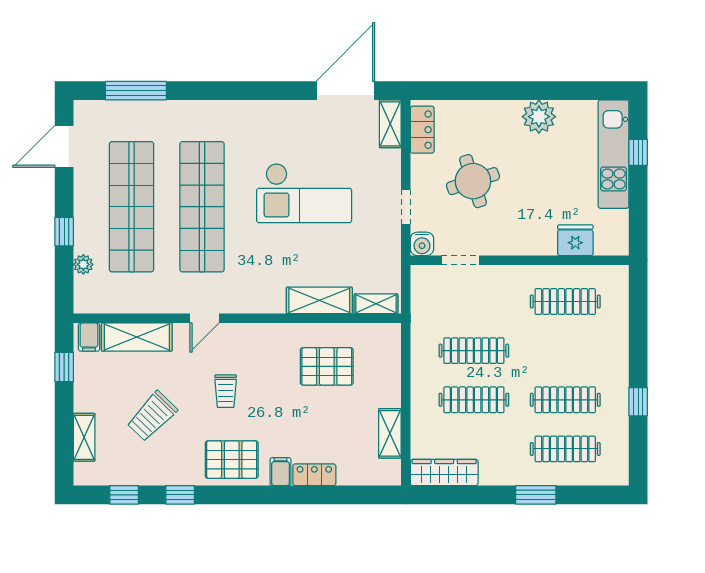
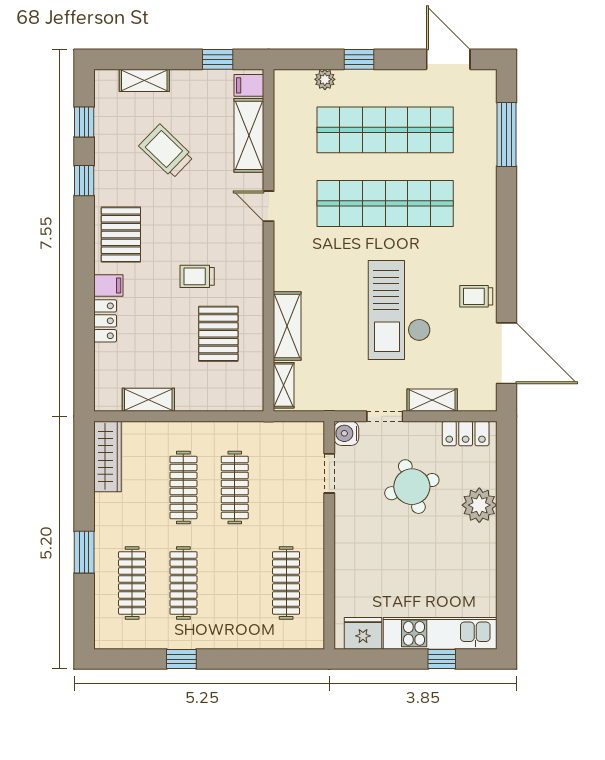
plant: (539, 117) -> (479, 505), moved
trolley: (291, 119) -> (476, 296), added
shelving: (390, 124) -> (432, 400), moved
fridge: (575, 240) -> (363, 633), moved, turned -90
trolley: (226, 391) -> (197, 276), moved

